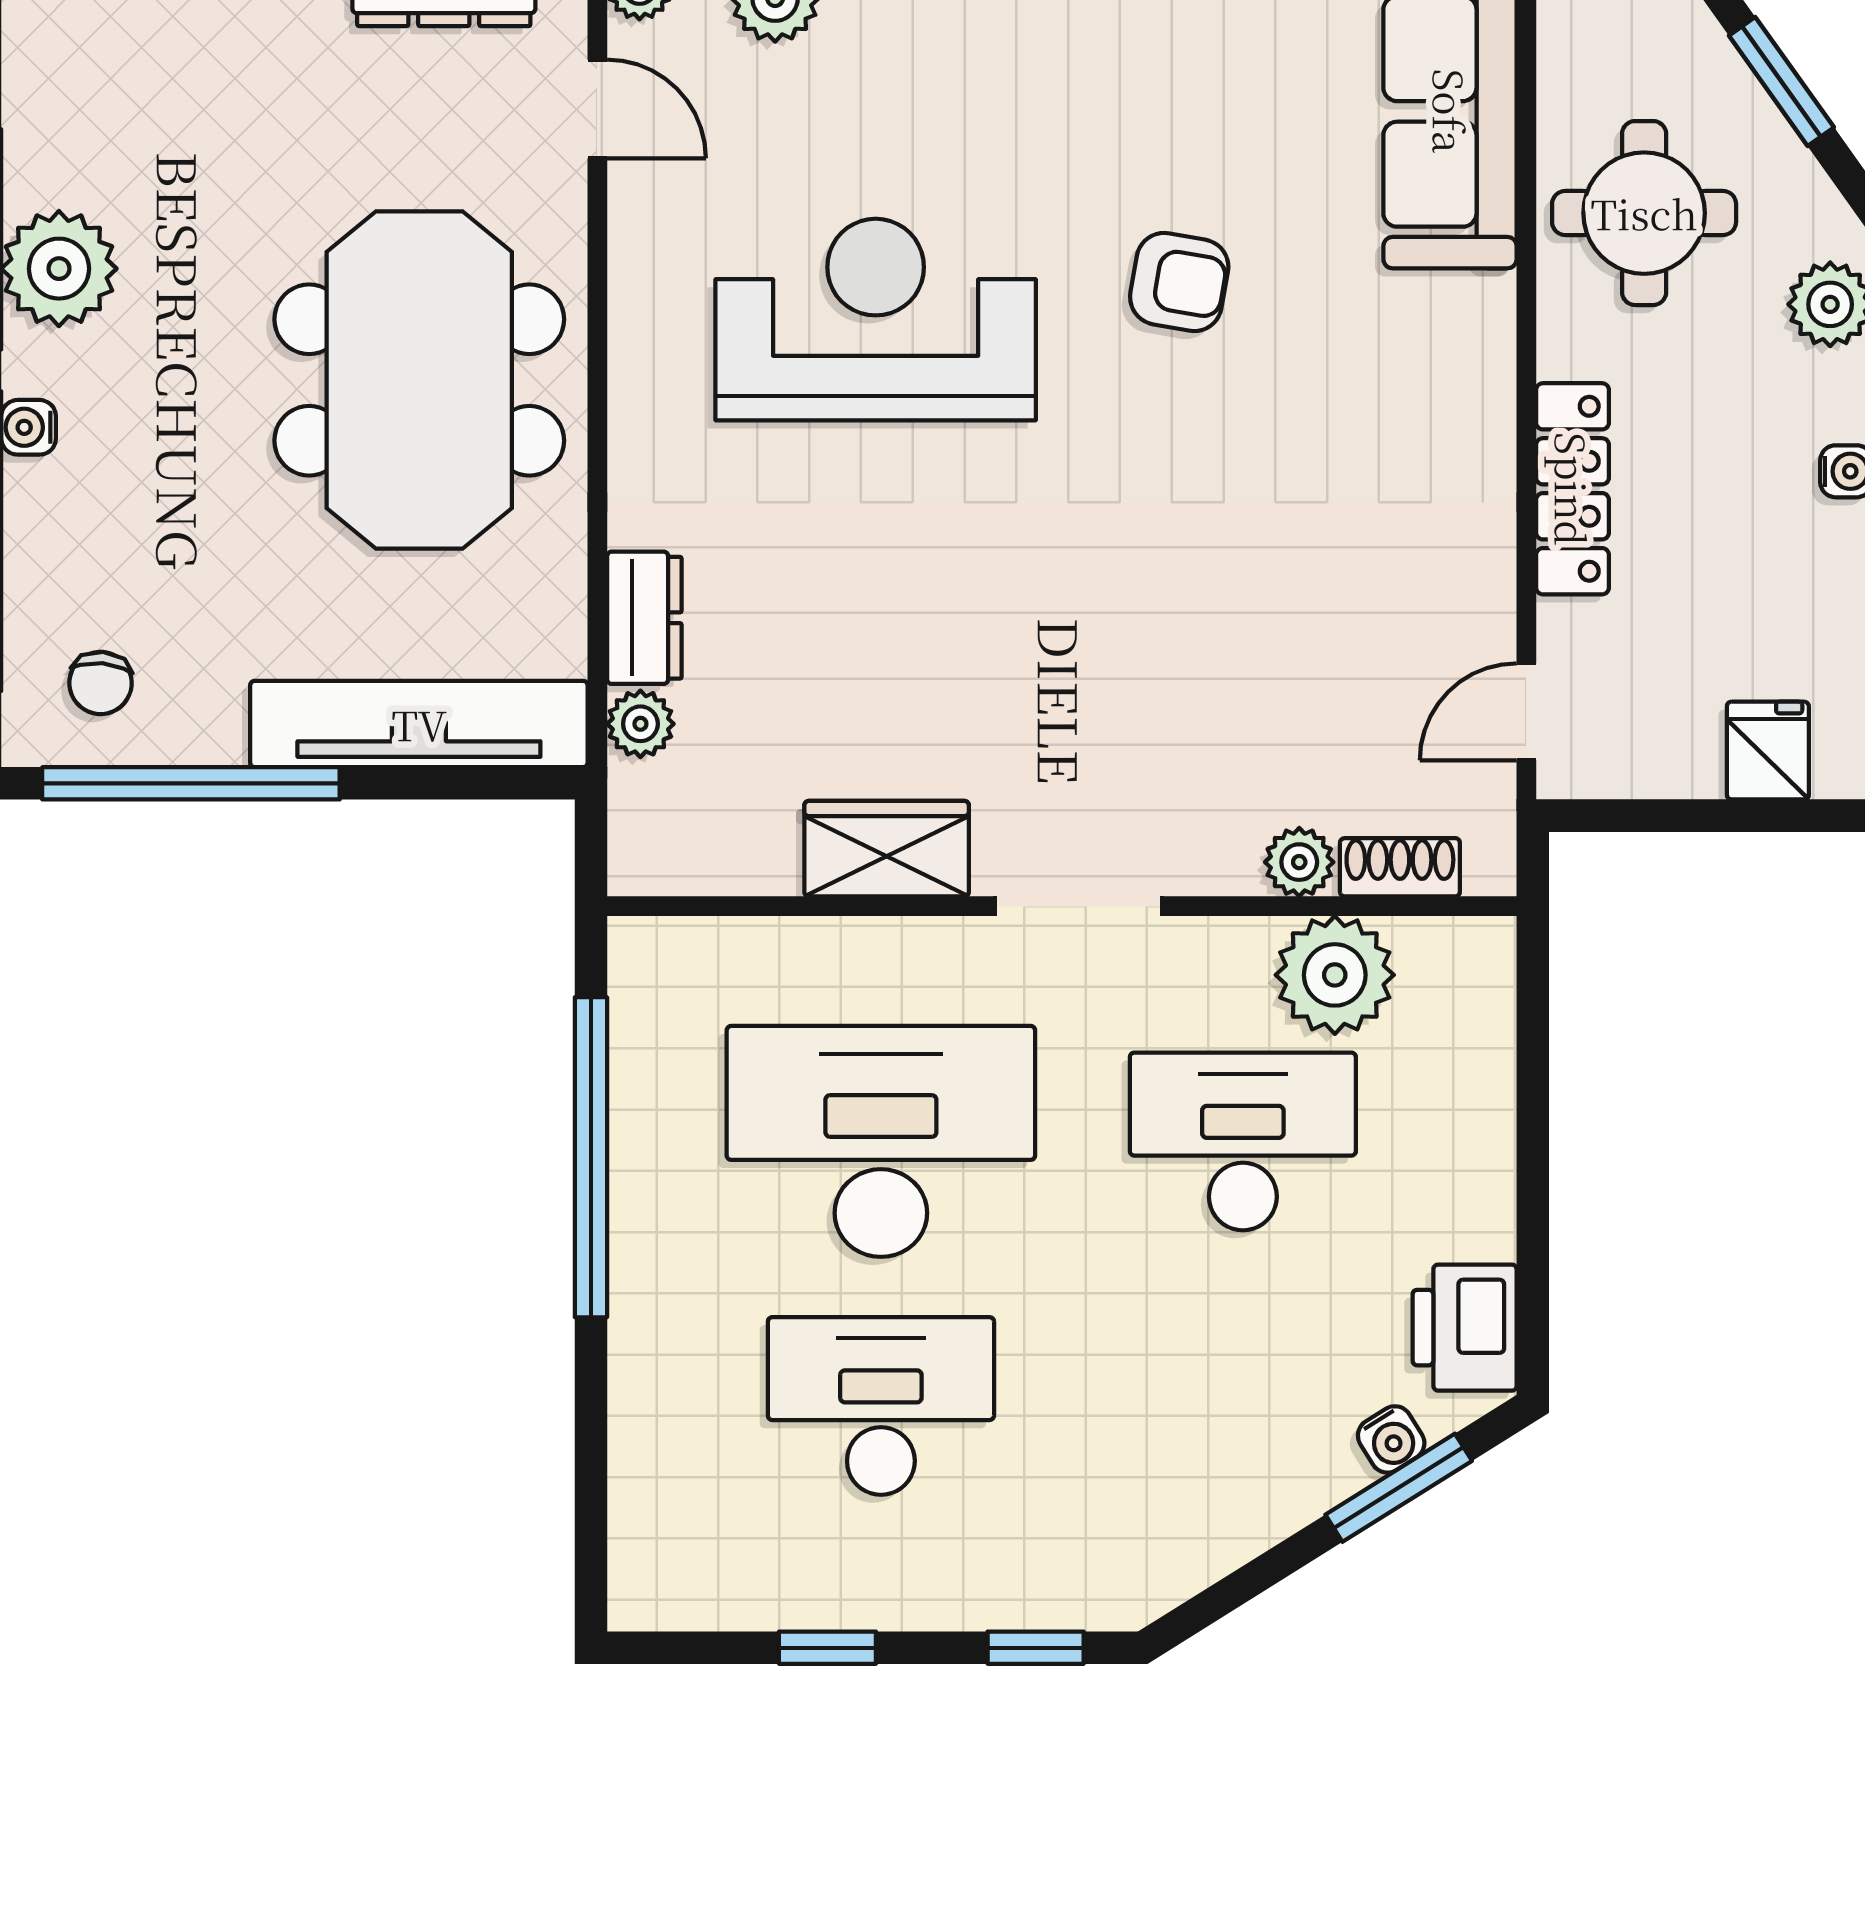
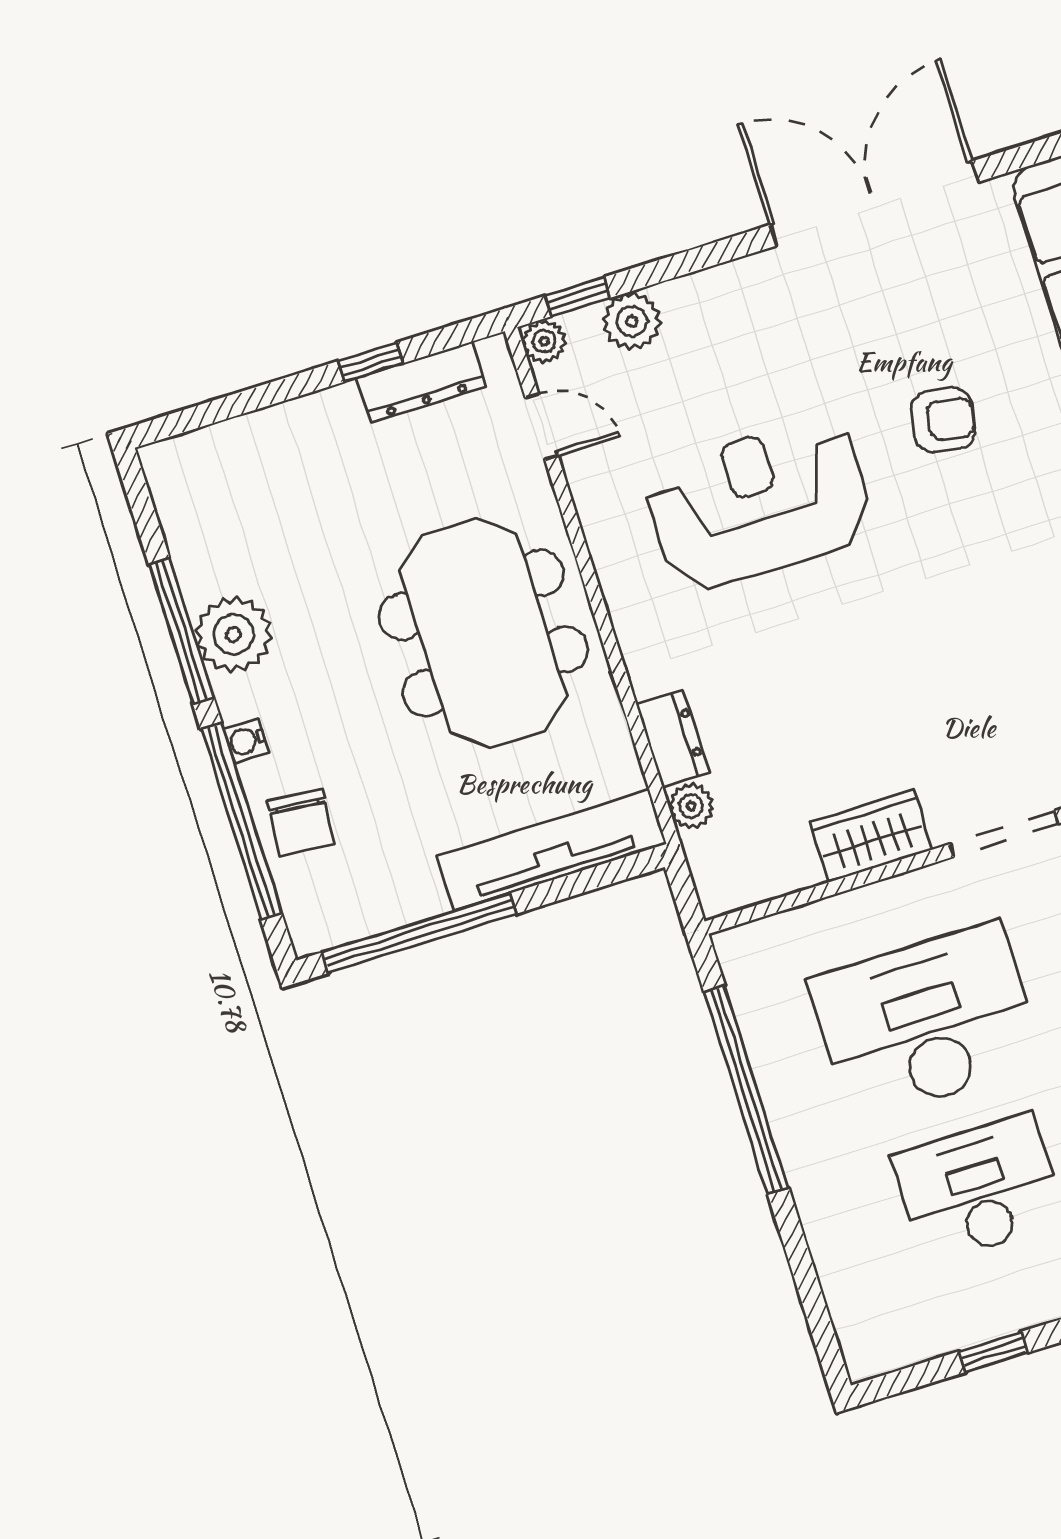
chair: (101, 683) -> (301, 822), moved, width x1.37, depth x1.37

